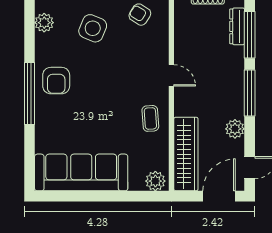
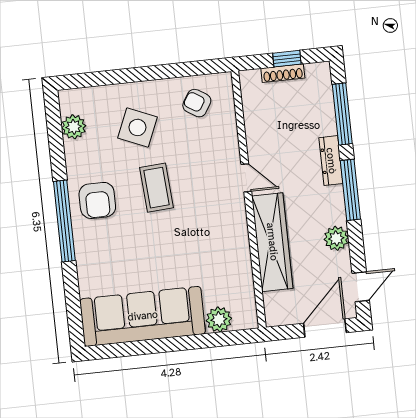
dresser: (237, 26) -> (331, 161), moved
coffee table: (150, 118) -> (157, 188), moved, width x1.36, depth x1.30
wardrobe: (186, 154) -> (272, 242), moved
plant: (155, 181) -> (219, 319), moved

